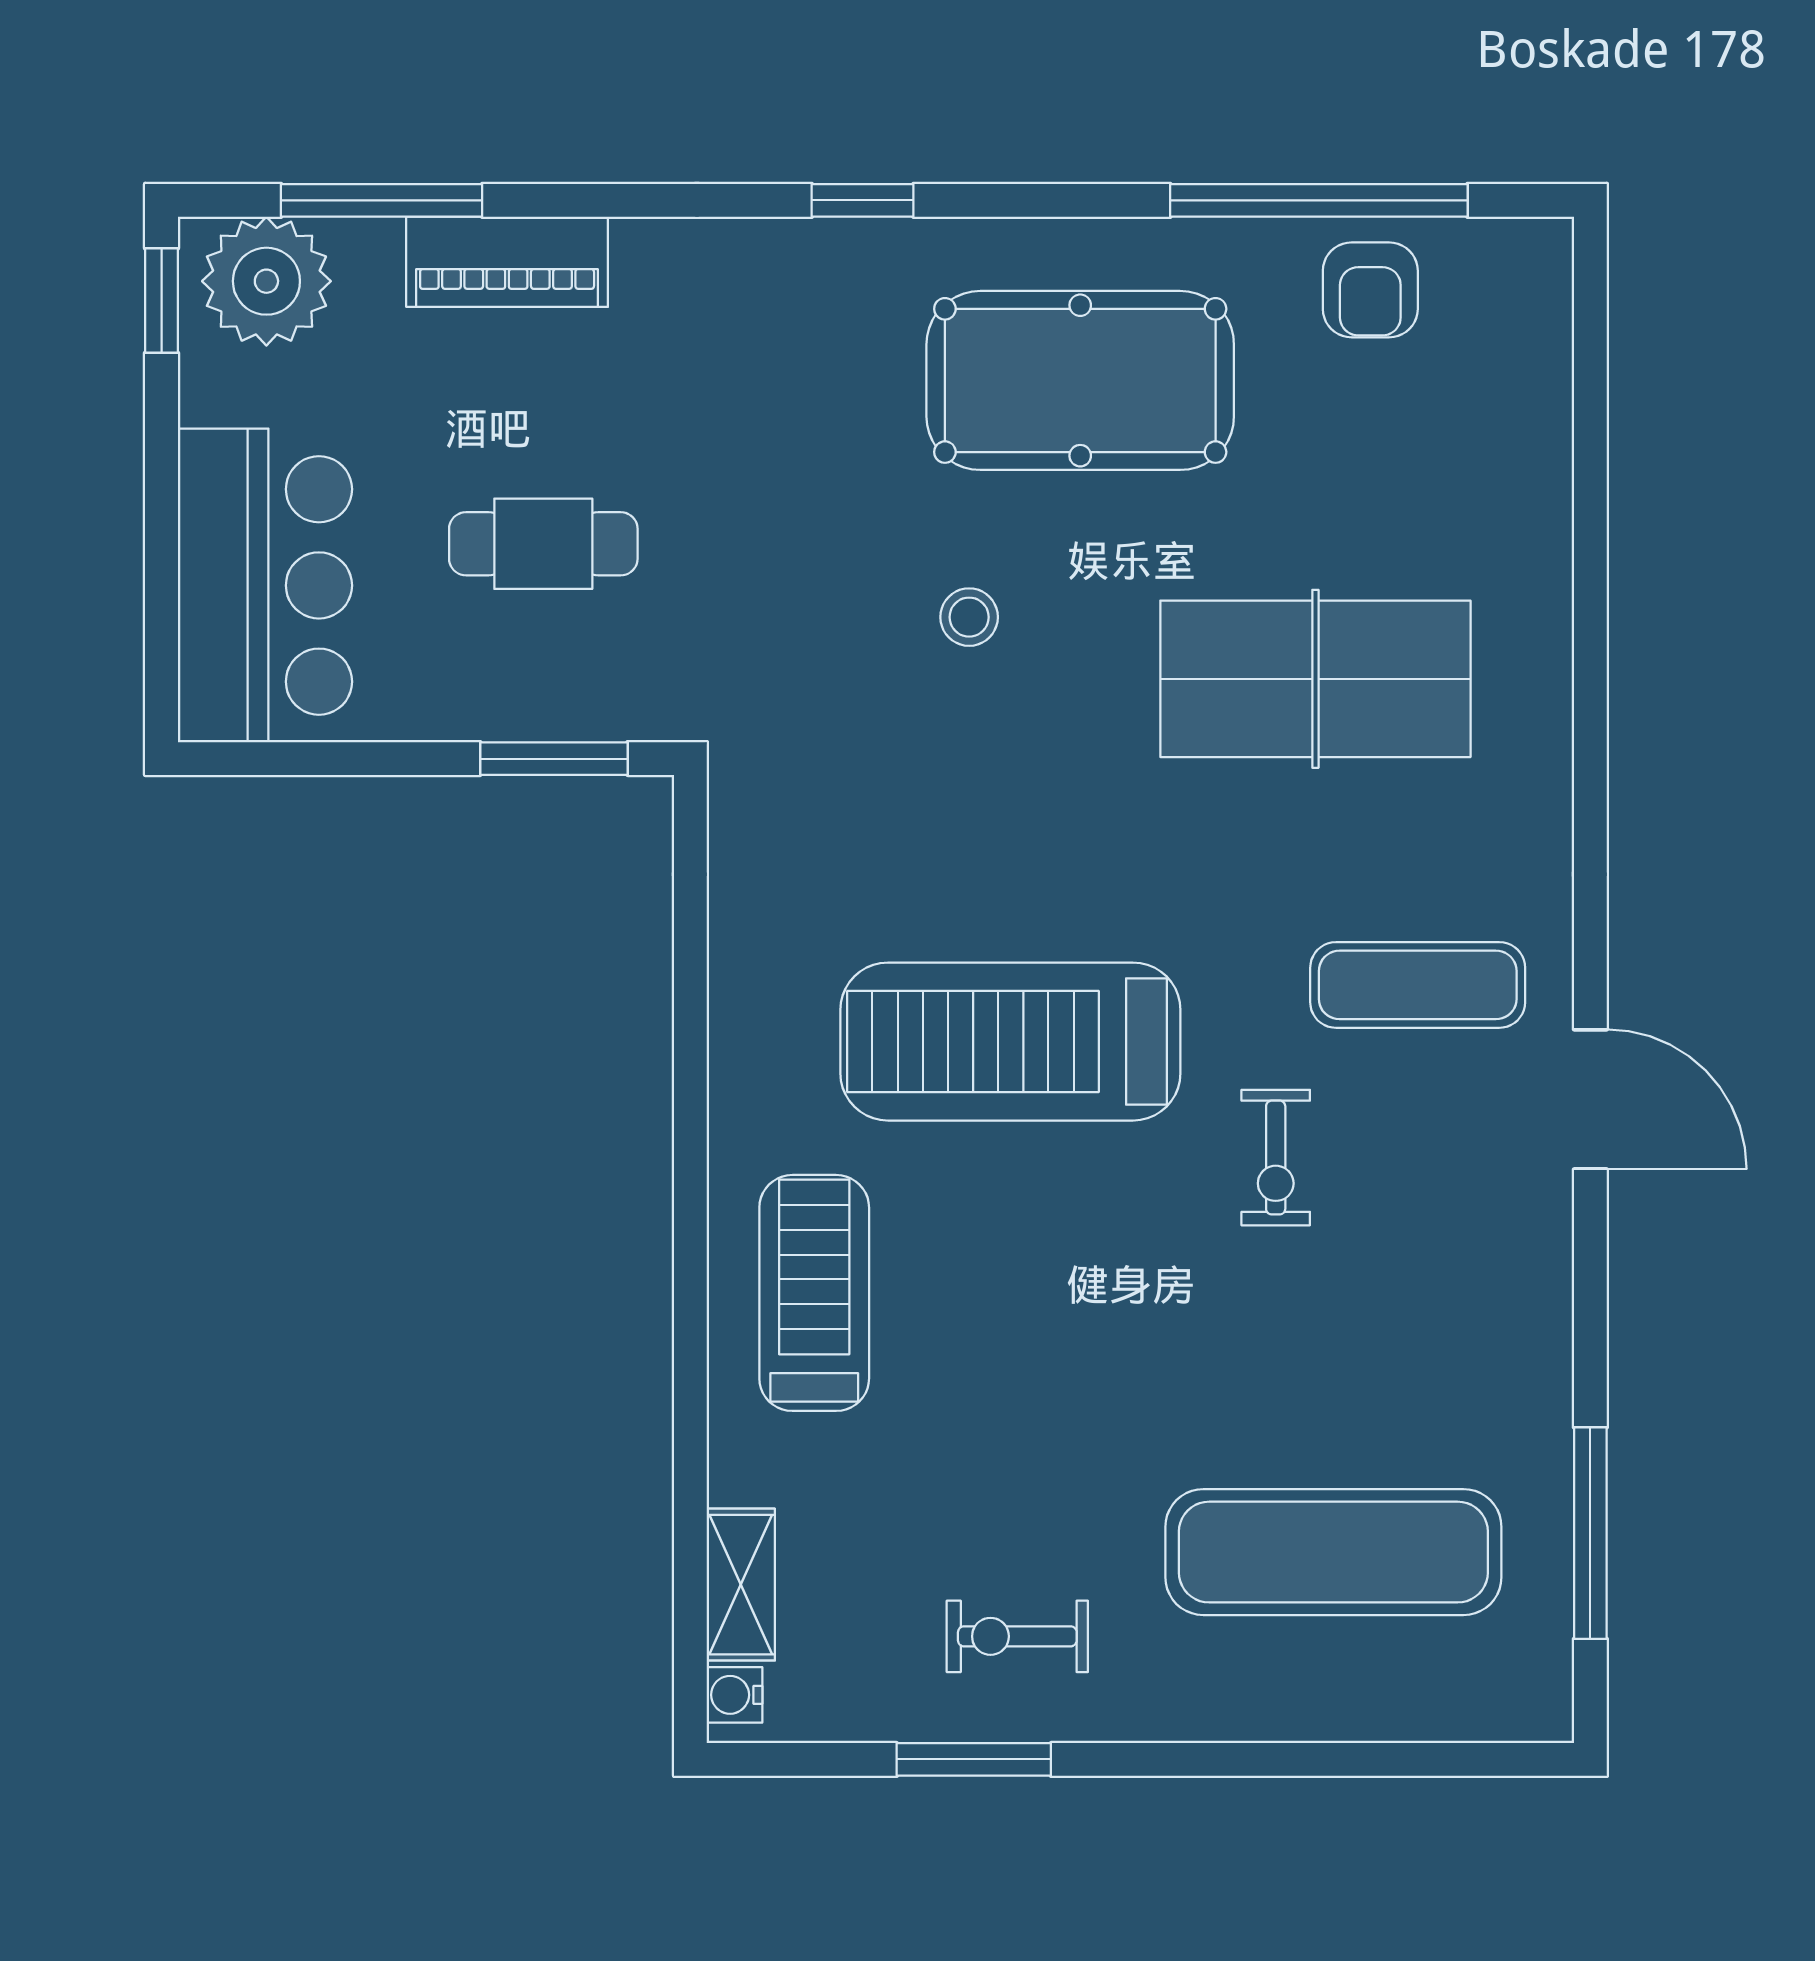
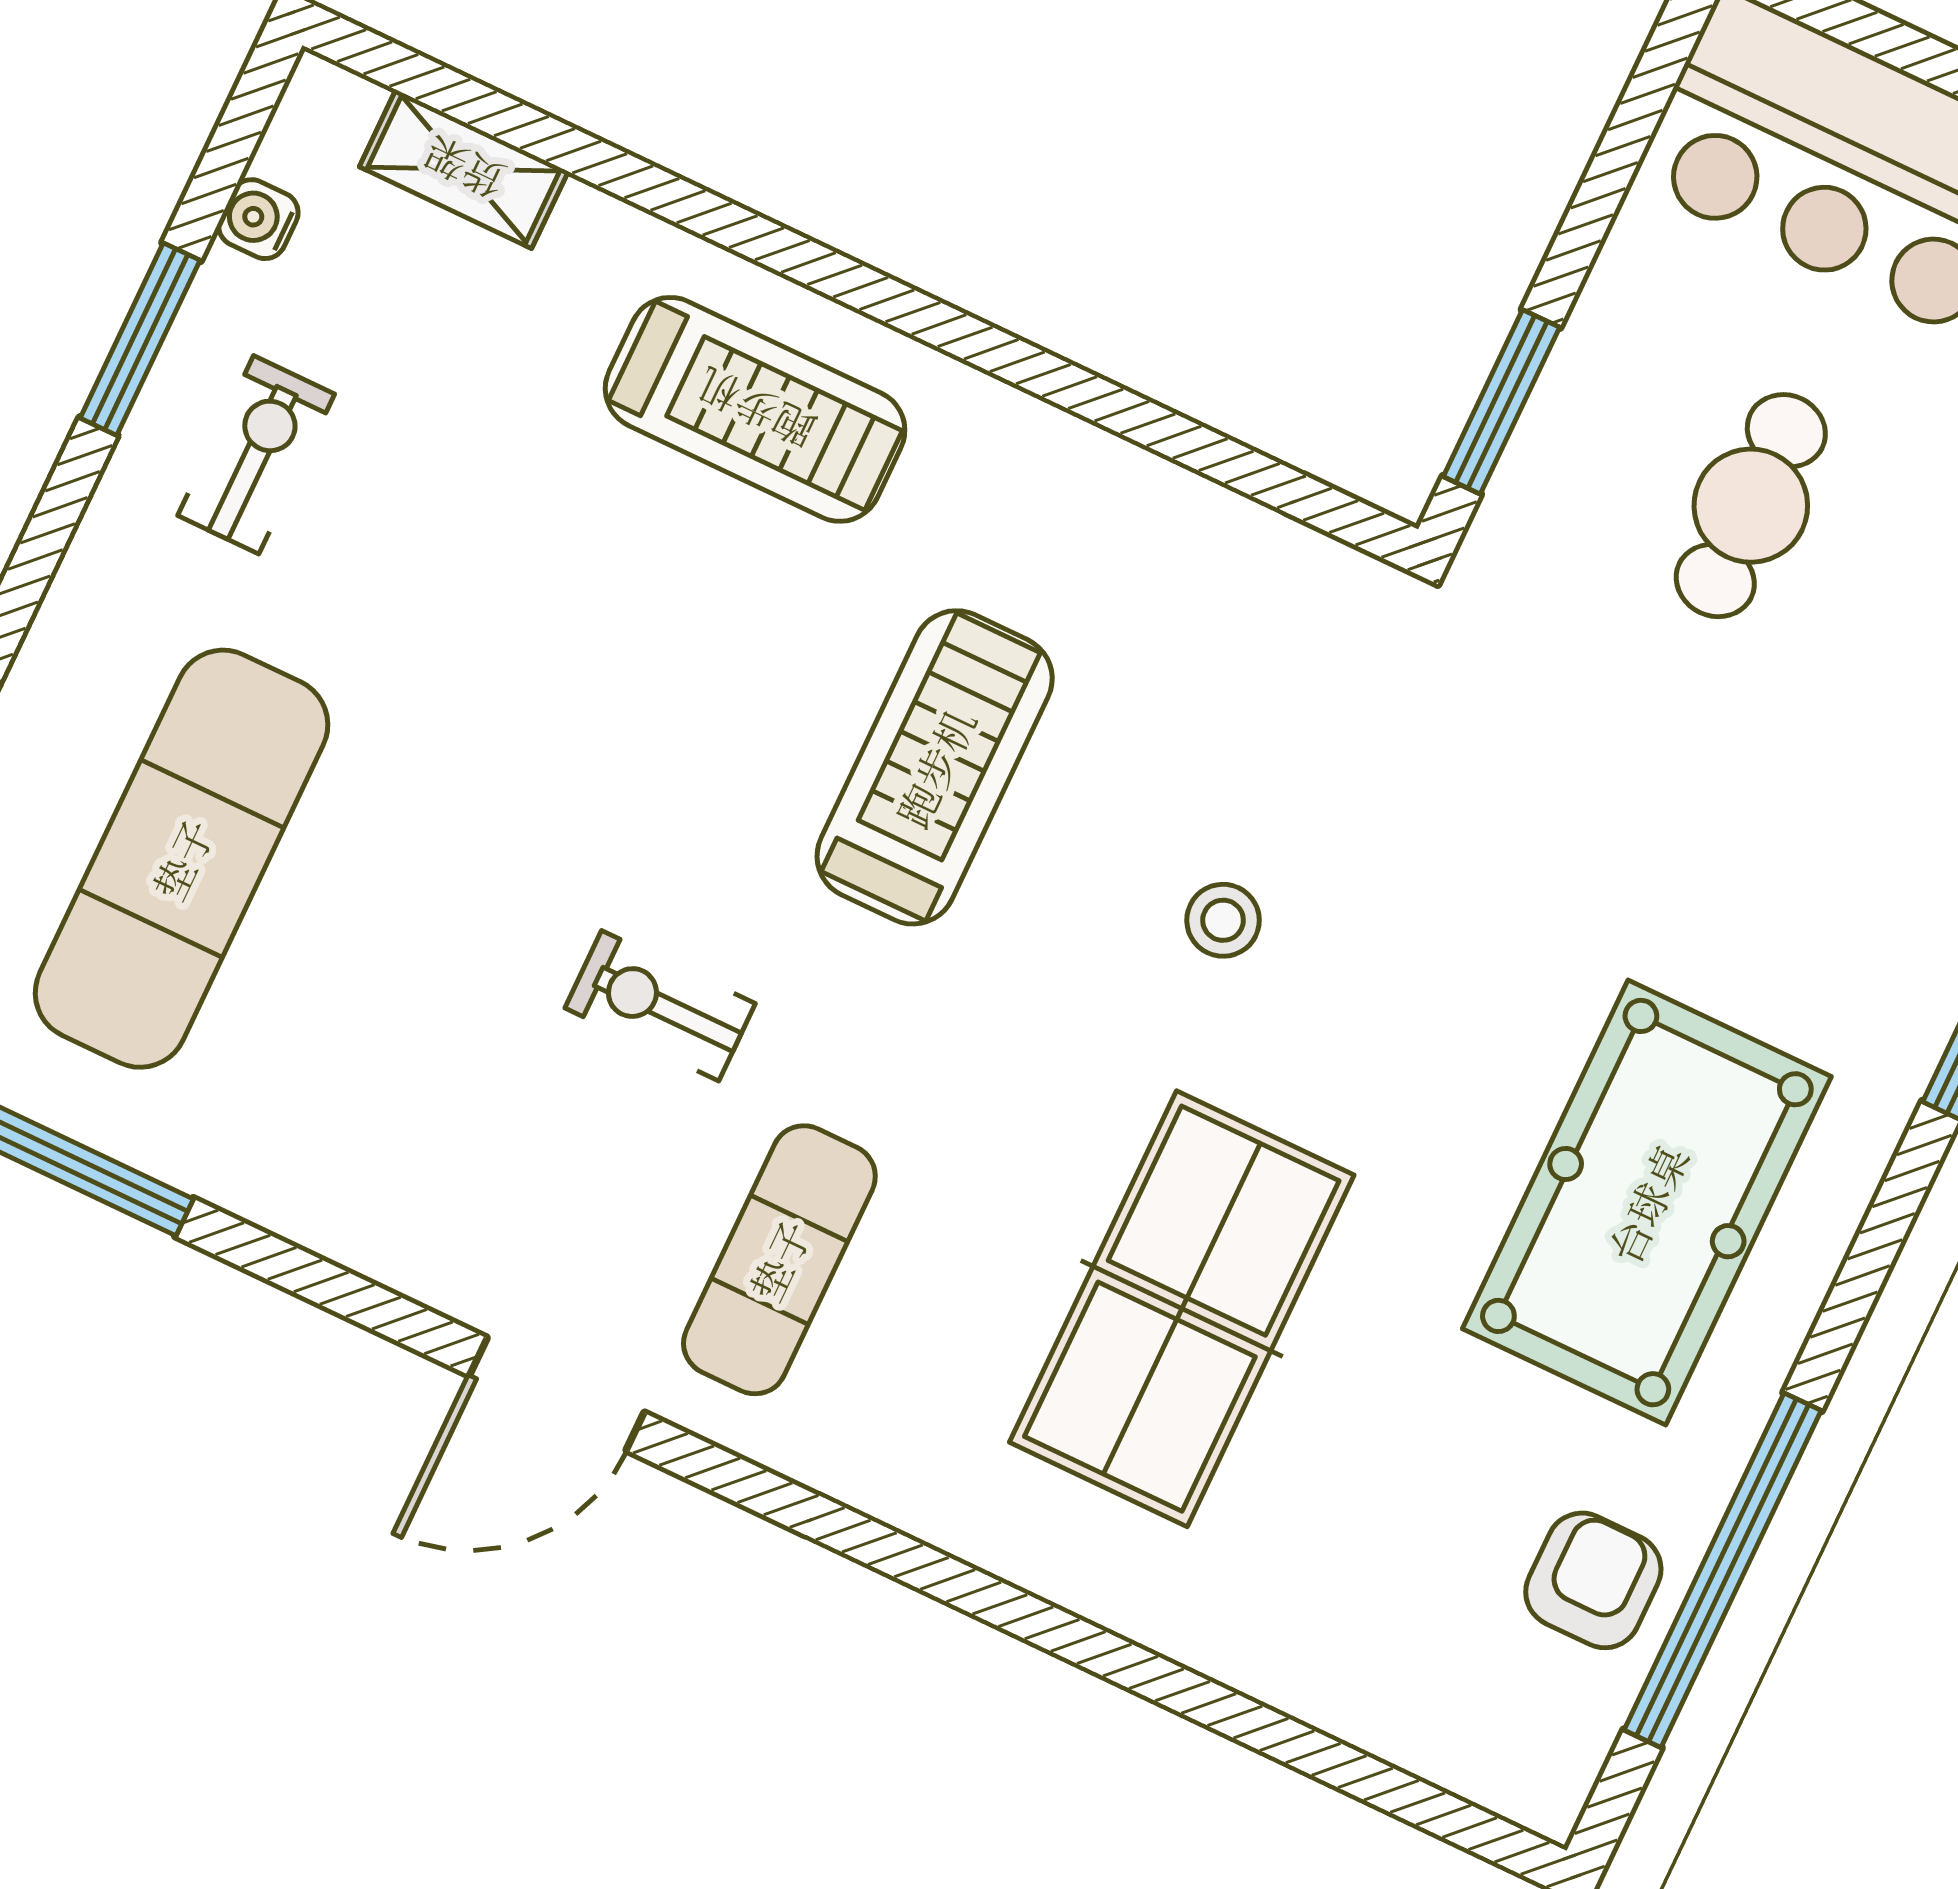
armchair: (1370, 290) -> (1593, 1580), turned 90
stool: (969, 617) -> (1223, 920), moved
treadmill: (1010, 1042) -> (935, 767), width x0.73, depth x0.73
water cooler: (735, 1695) -> (258, 219), moved, turned -90

